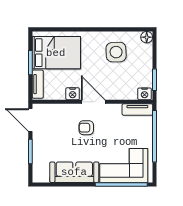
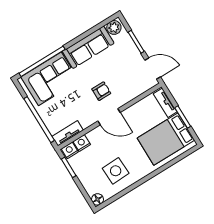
nightstand: (73, 94) -> (82, 143), moved
plant: (42, 176) -> (114, 27), added

